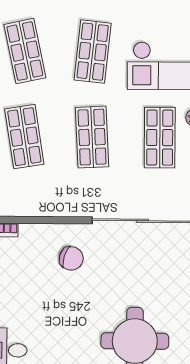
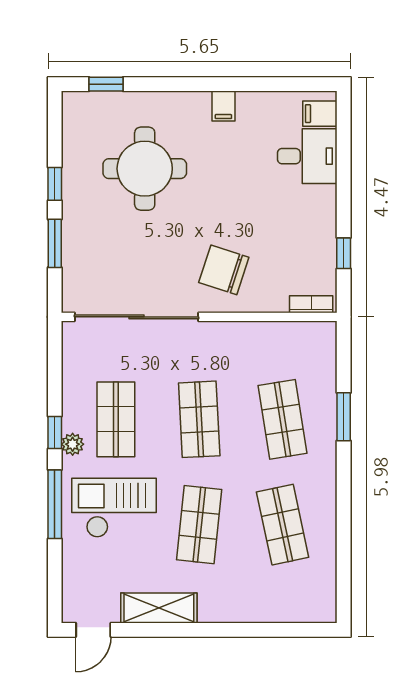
chair: (71, 258) -> (224, 270), width x1.37, depth x1.37

